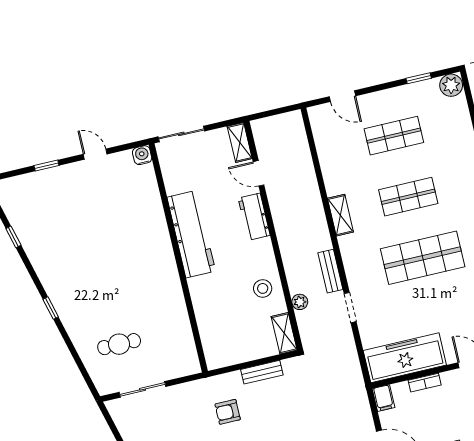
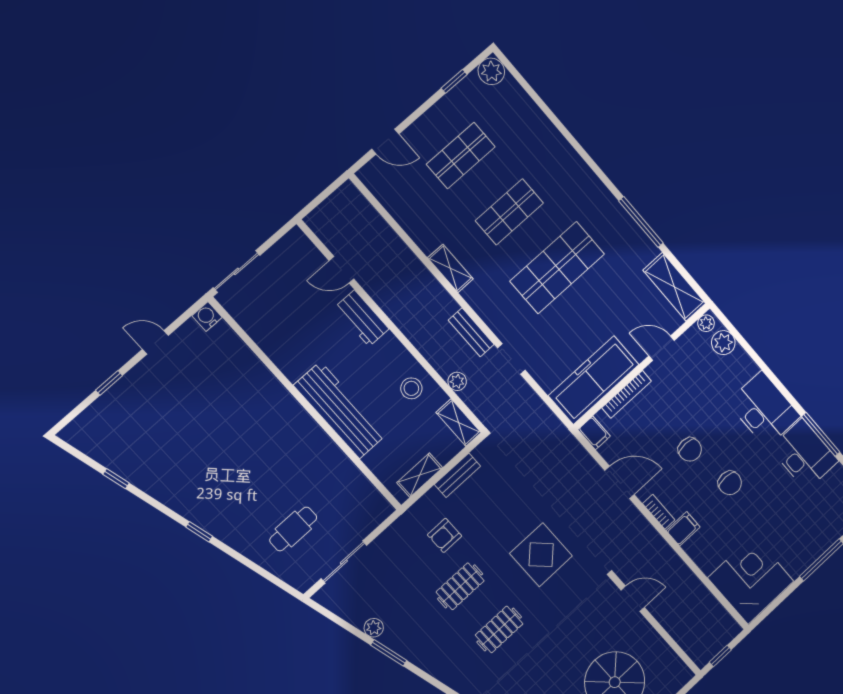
shelving: (240, 142) -> (420, 475), moved, turned 90
workbench: (191, 234) -> (340, 410), moved
bookcase: (425, 383) -> (627, 394), width x1.56

